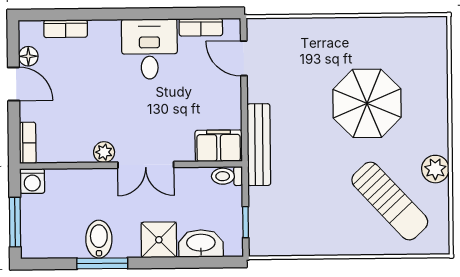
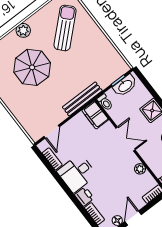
printer: (104, 33) -> (84, 196), added
plant: (104, 152) -> (140, 169), moved
plant: (435, 169) -> (23, 30), moved
washbasin: (201, 243) -> (125, 86), moved, turned -90

